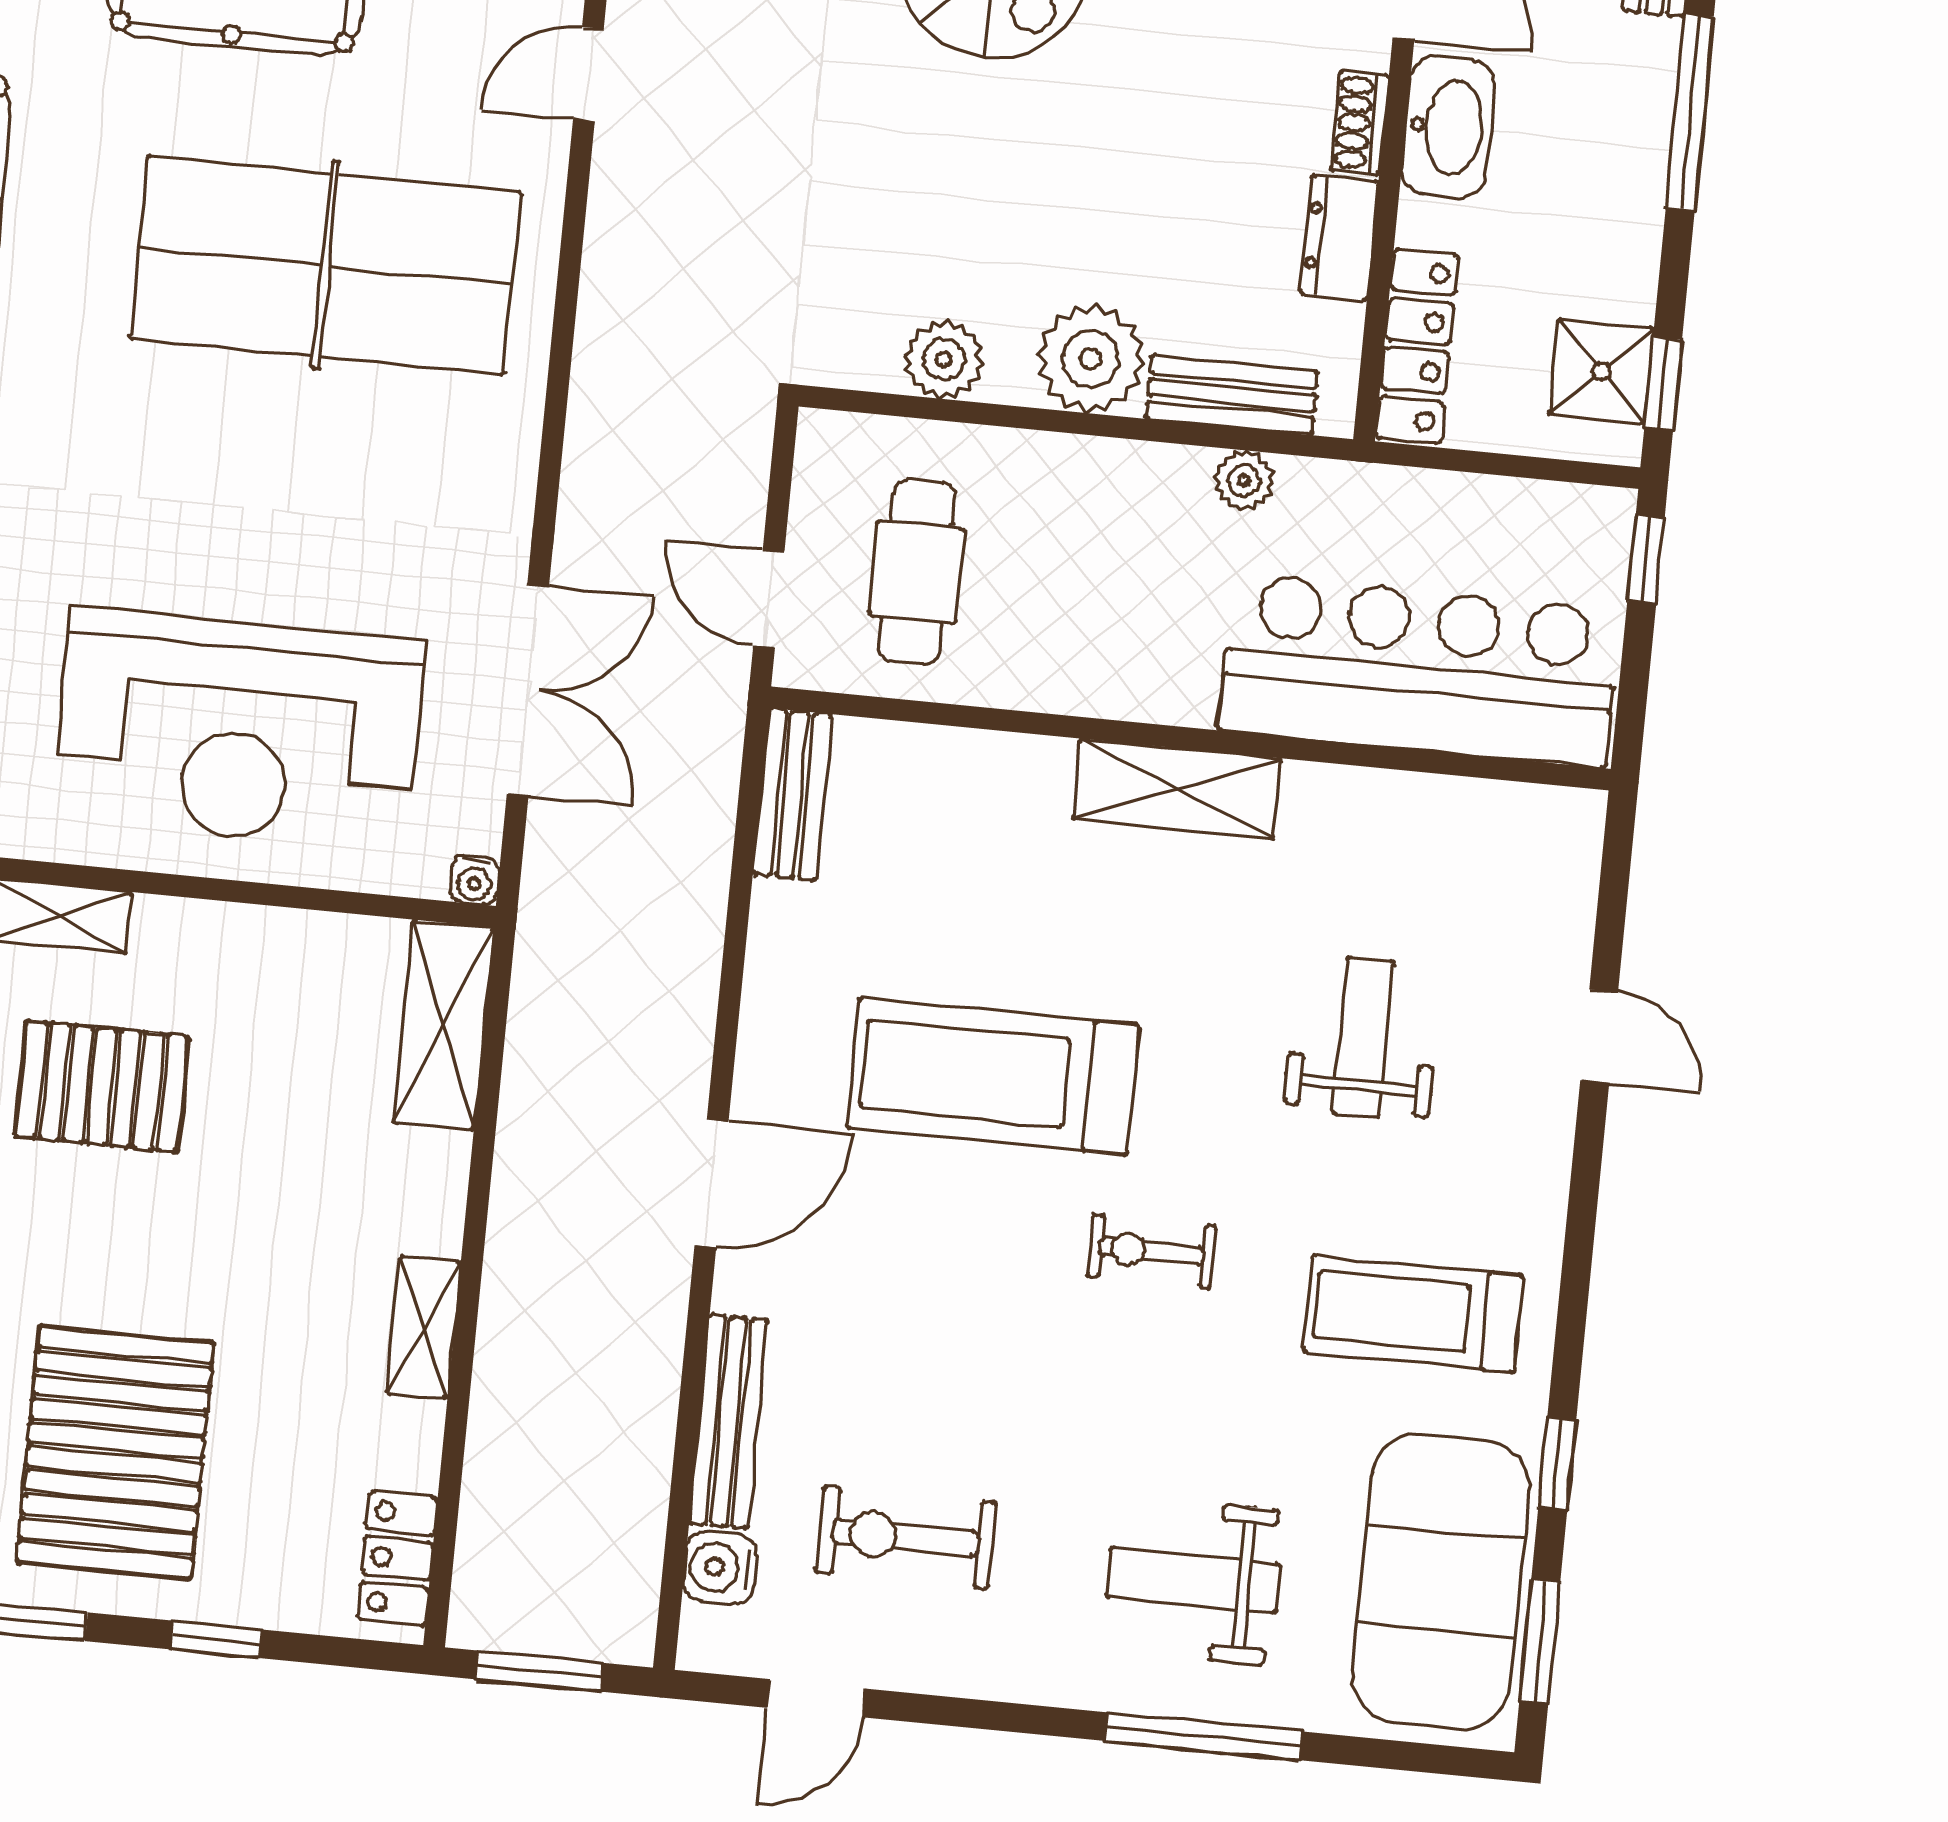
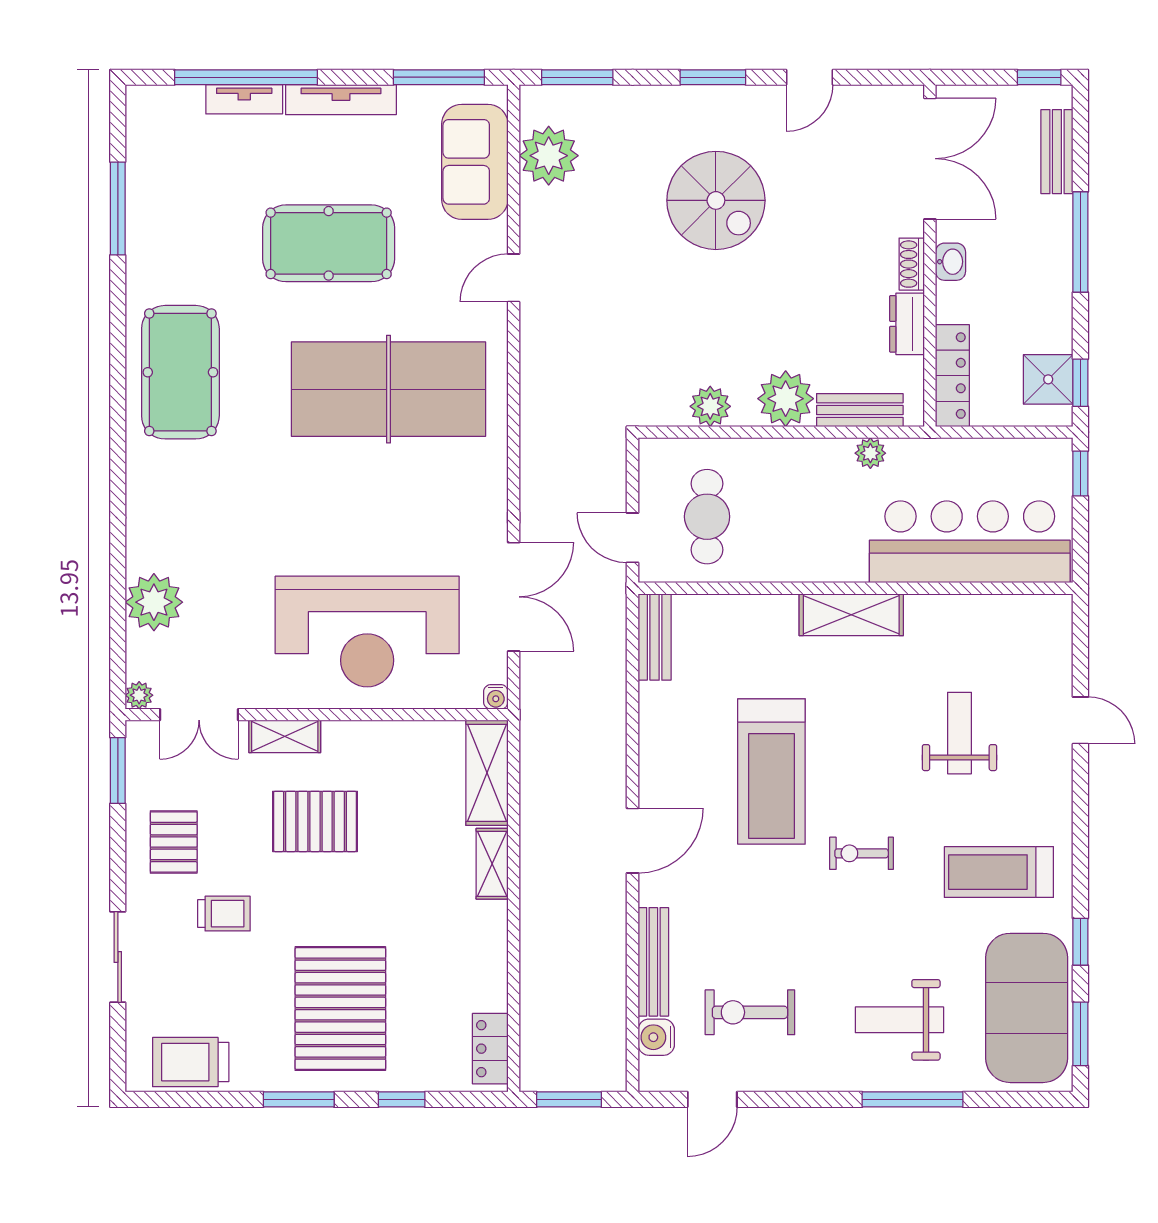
washbasin: (1448, 127) -> (951, 262), width x0.52, depth x0.69
treadmill: (993, 1076) -> (771, 771), turned -90
shelving: (424, 1327) -> (492, 864), moved

